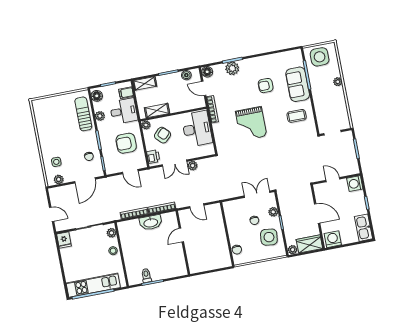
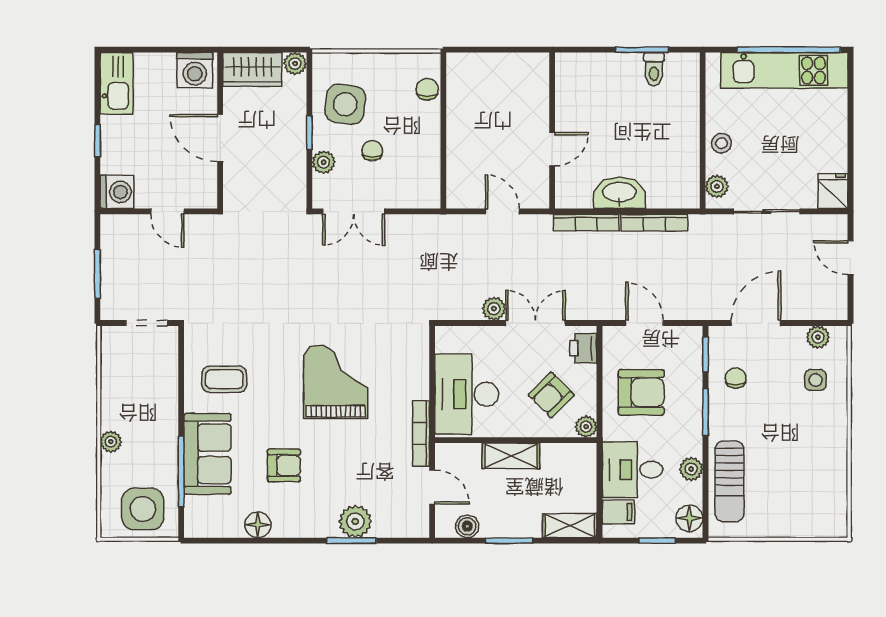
floor lamp: (207, 72) -> (258, 525), moved
shelving: (157, 111) -> (511, 456), moved

